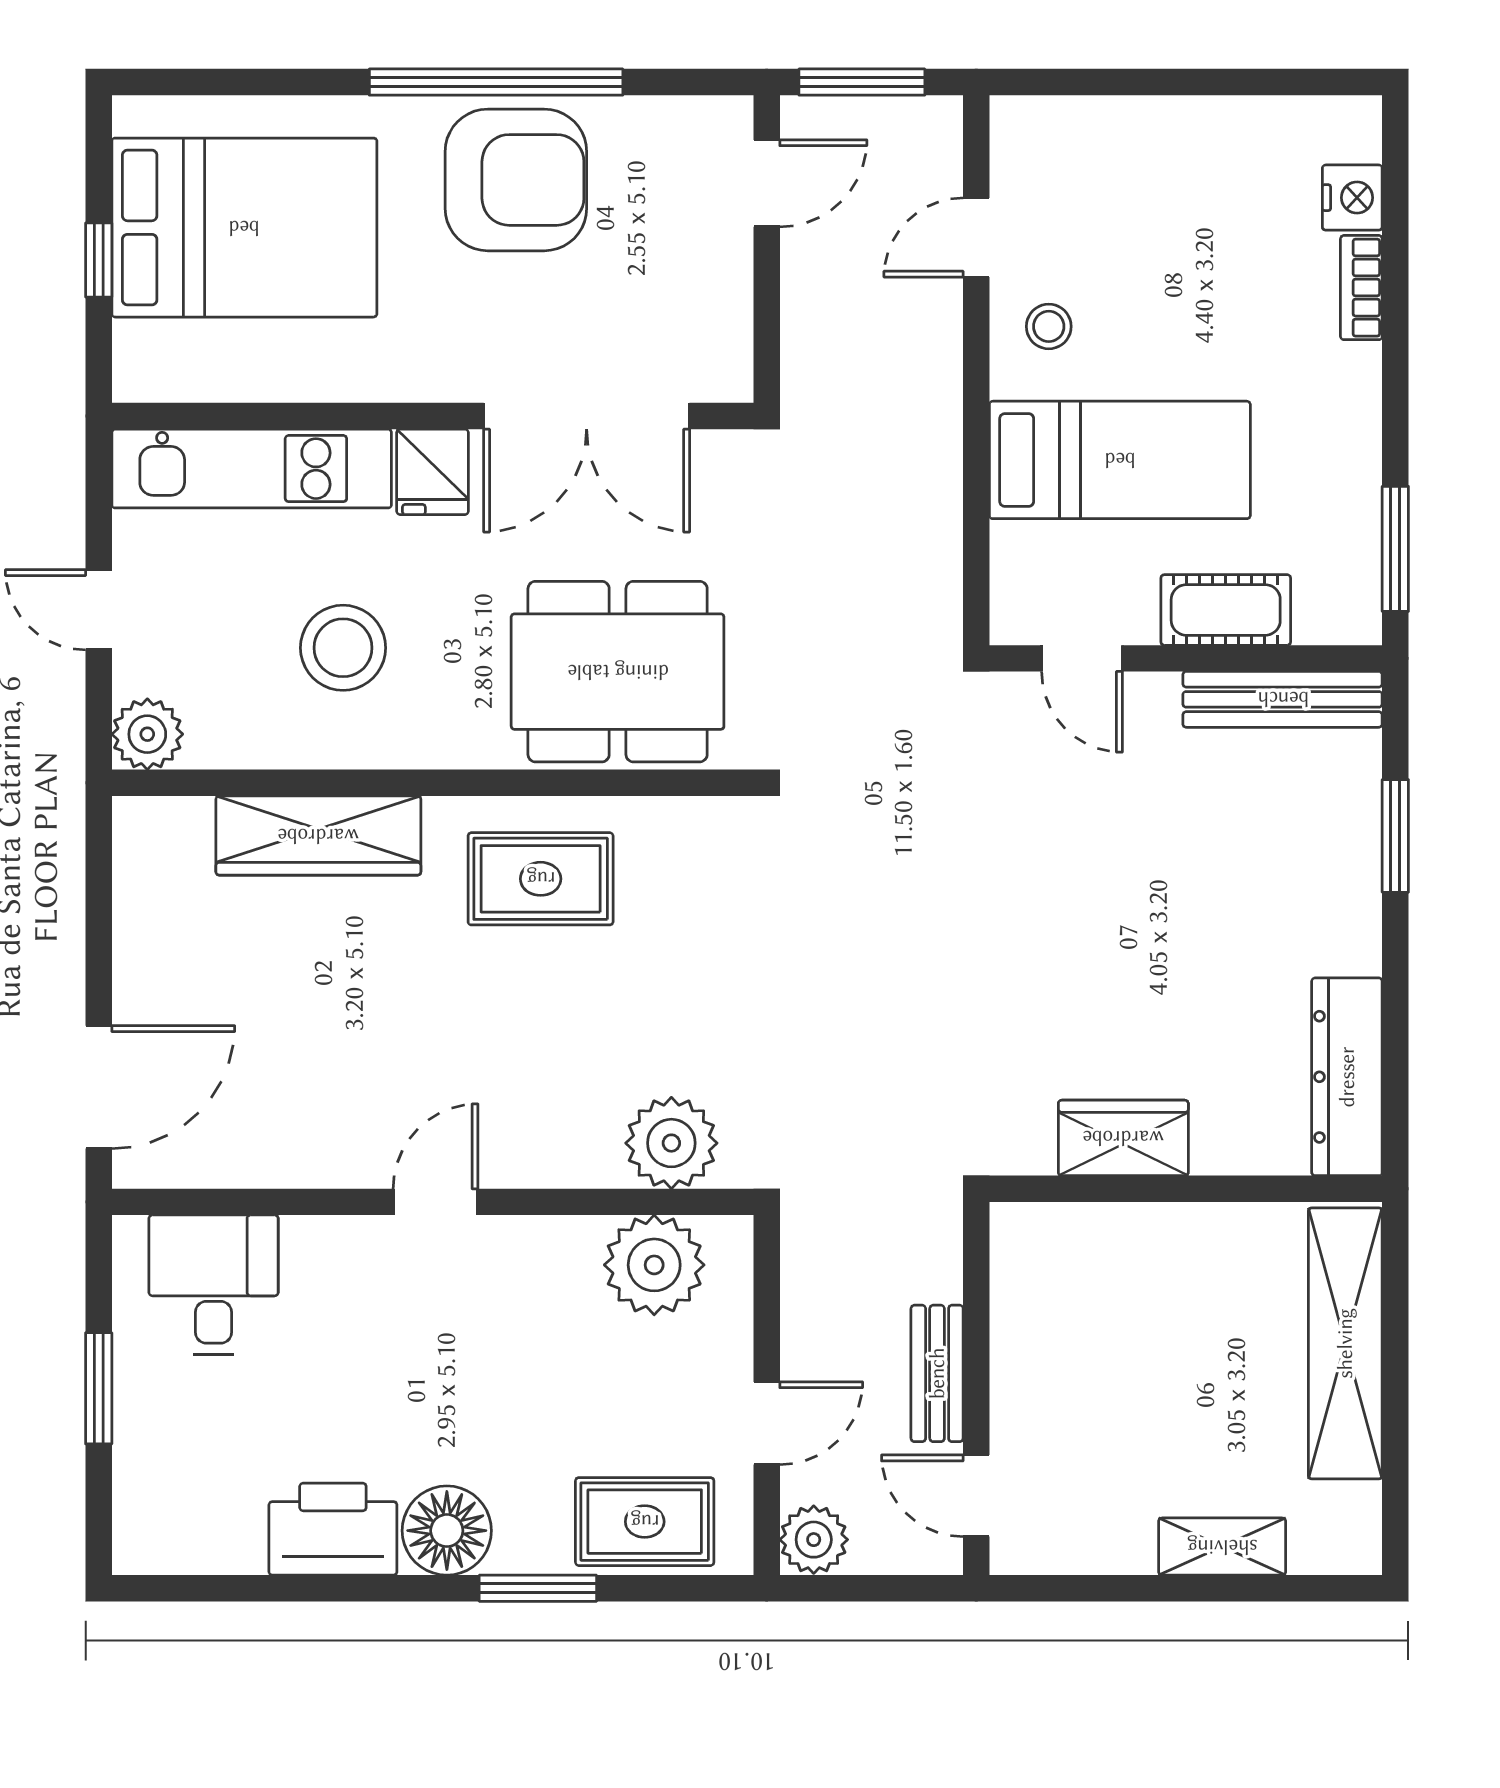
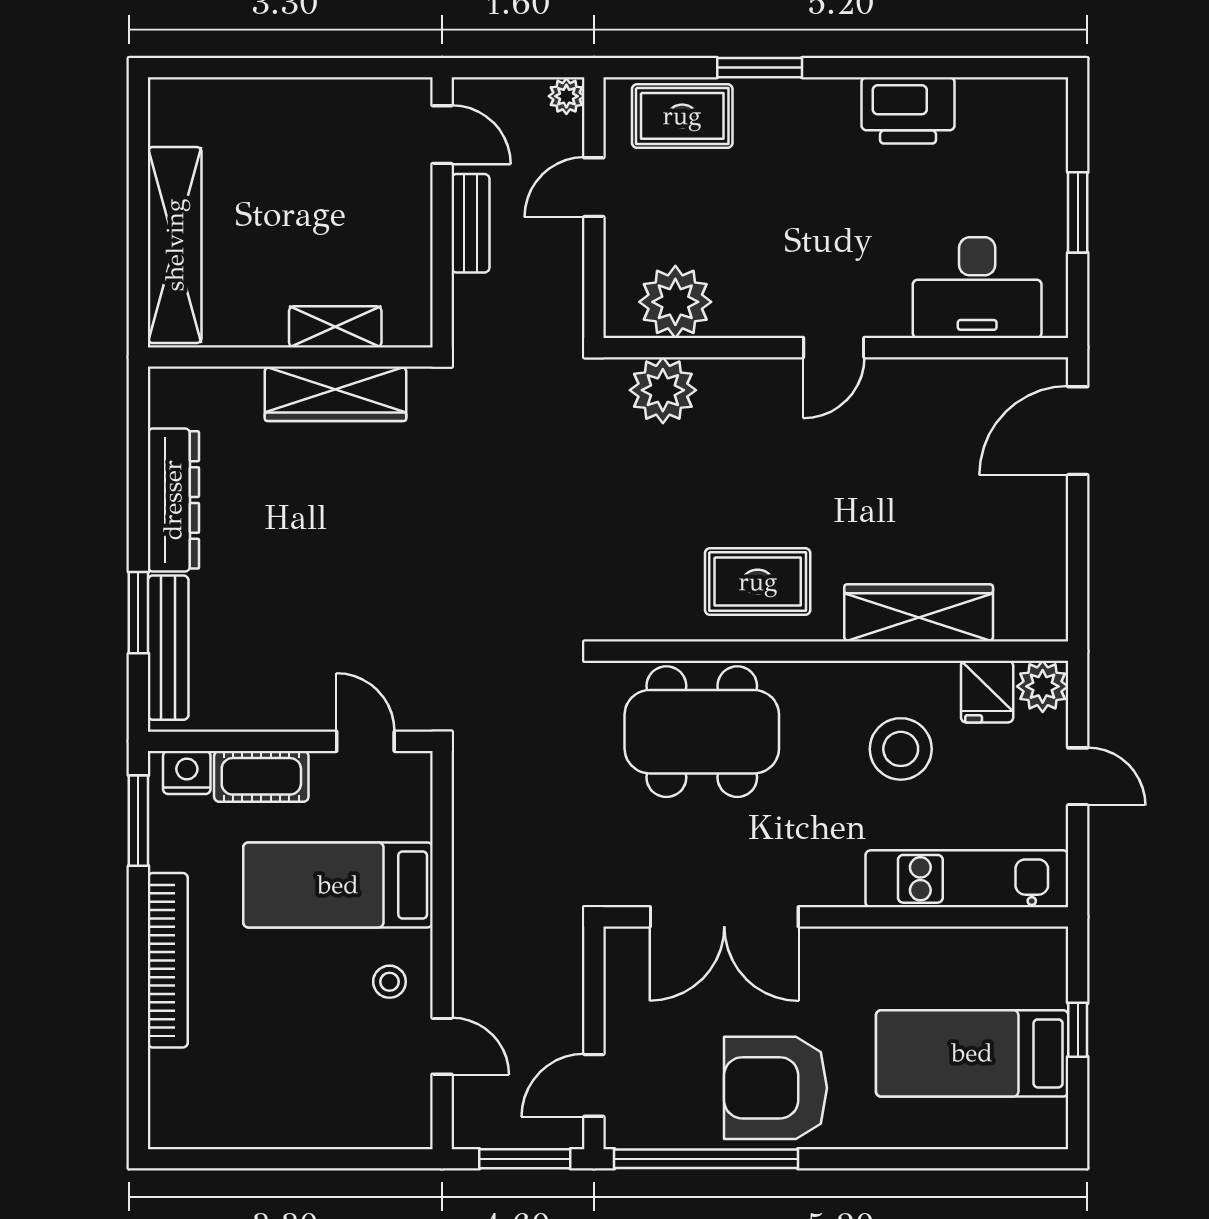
window: (496, 82) -> (706, 1159), moved
nightstand: (1352, 198) -> (187, 772), moved, turned 90
bed: (244, 228) -> (972, 1053), width x0.67
door: (976, 237) -> (442, 1046), hinge flipped
bookcase: (1361, 288) -> (168, 960), width x2.31, depth x1.31
double door: (587, 416) -> (724, 917), swing flipped
fridge: (433, 472) -> (987, 692), moved, turned 180
bench: (1283, 699) -> (168, 648), moved, turned 90
dresser: (1347, 1077) -> (173, 500), moved
wardrobe: (1123, 1138) -> (335, 394), width x1.50
desk: (213, 1285) -> (977, 288), width x1.37
floor lamp: (447, 1531) -> (826, 109), removed
plant: (814, 1540) -> (566, 96), width x0.73, depth x0.73
shelving: (1222, 1547) -> (335, 327), moved

